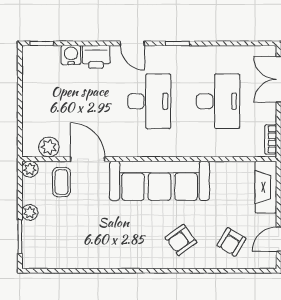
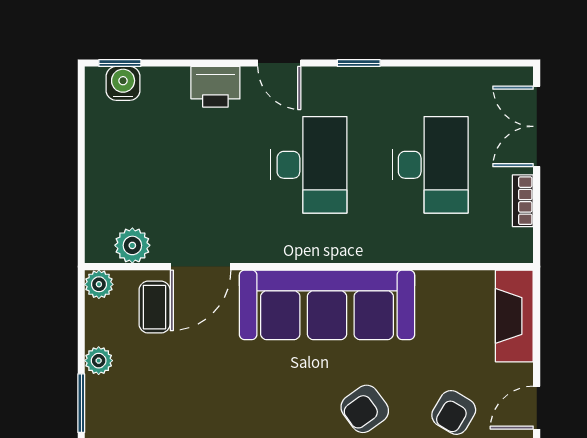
water cooler: (71, 55) -> (123, 83), moved
bookcase: (271, 139) -> (523, 201), moved
door: (88, 159) -> (201, 267), swing flipped

